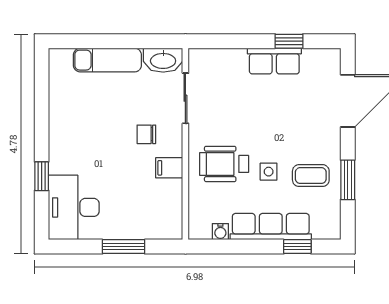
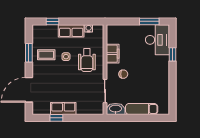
wheelchair: (224, 164) -> (87, 60), turned 90
filing cabinet: (169, 168) -> (113, 54), width x2.00
row of seats: (271, 227) -> (71, 31), width x0.68
window: (124, 247) -> (149, 21), moved

